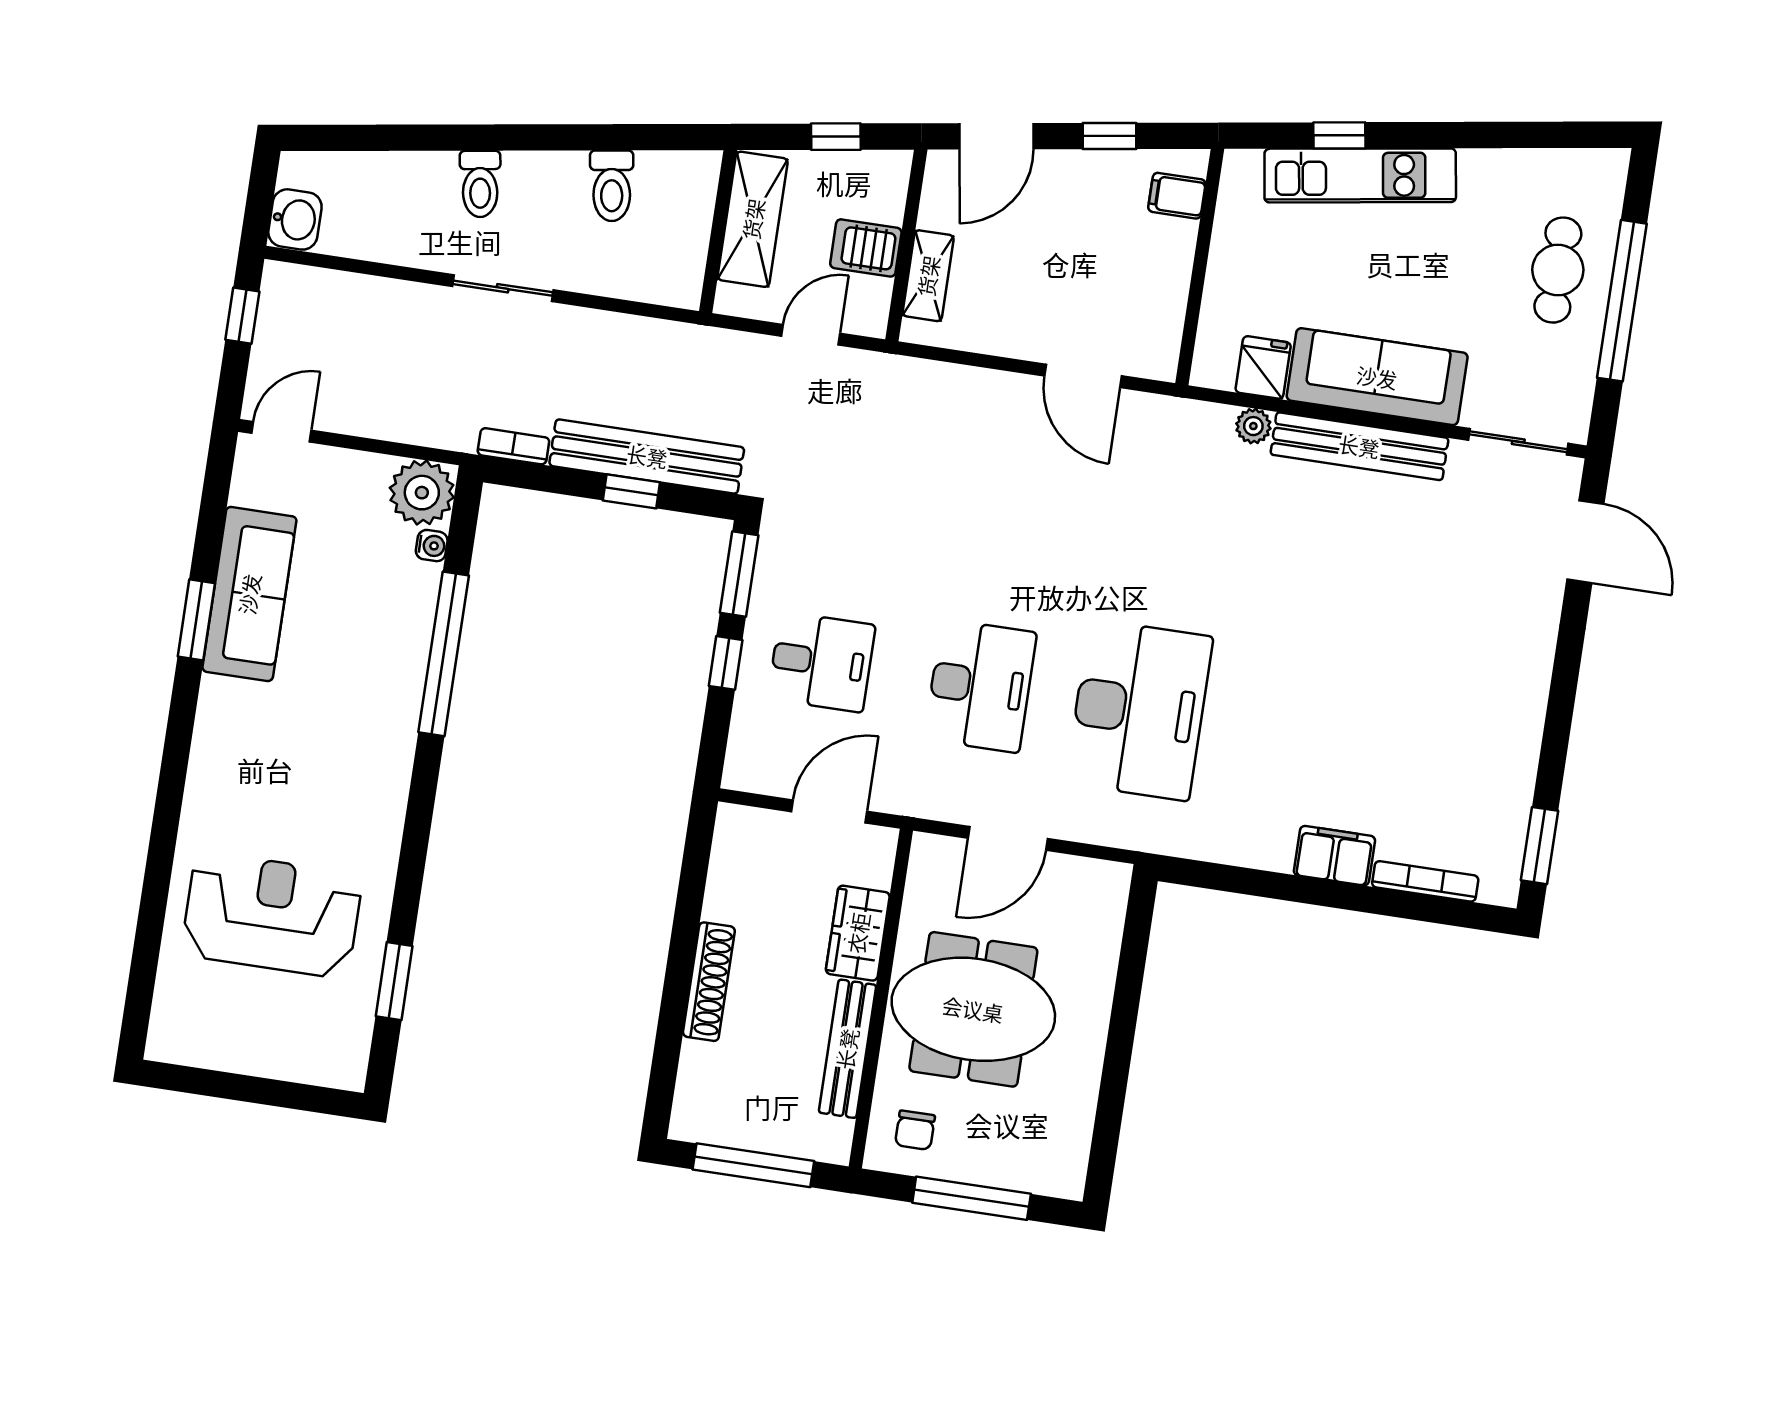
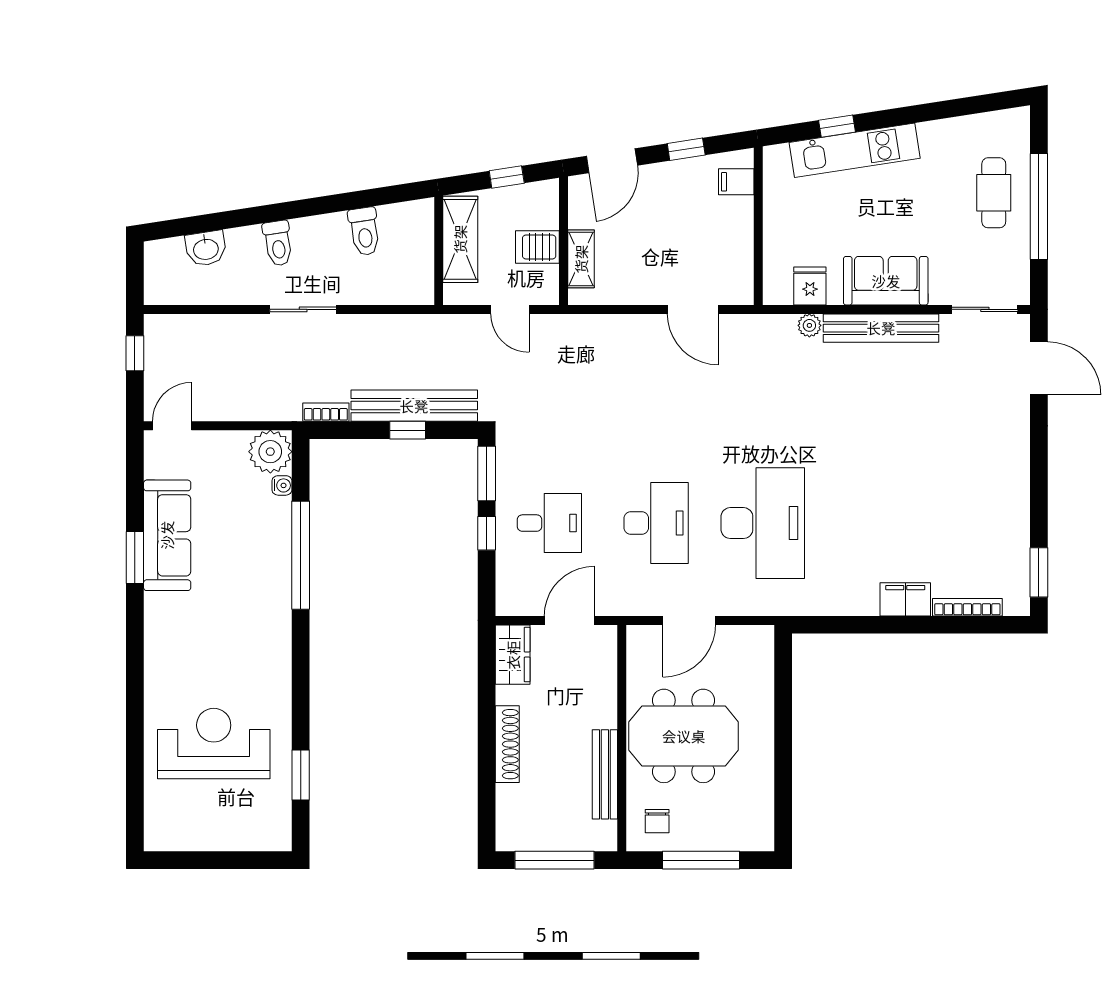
washbasin: (295, 219) -> (206, 248), moved, turned 81
door: (811, 335) -> (510, 309), swing flipped
sofa: (1377, 377) -> (886, 281), width x0.73
wardrobe: (858, 933) -> (513, 655), moved, turned 180

